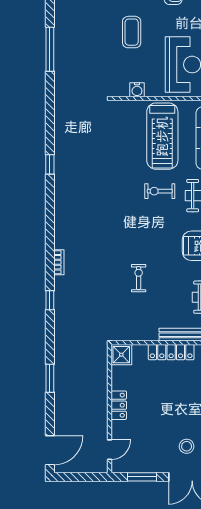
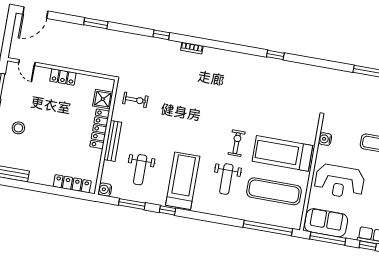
exercise bike: (139, 278) -> (135, 100), moved
shower: (121, 355) -> (103, 99), moved
door: (50, 450) -> (35, 13), hinge flipped

